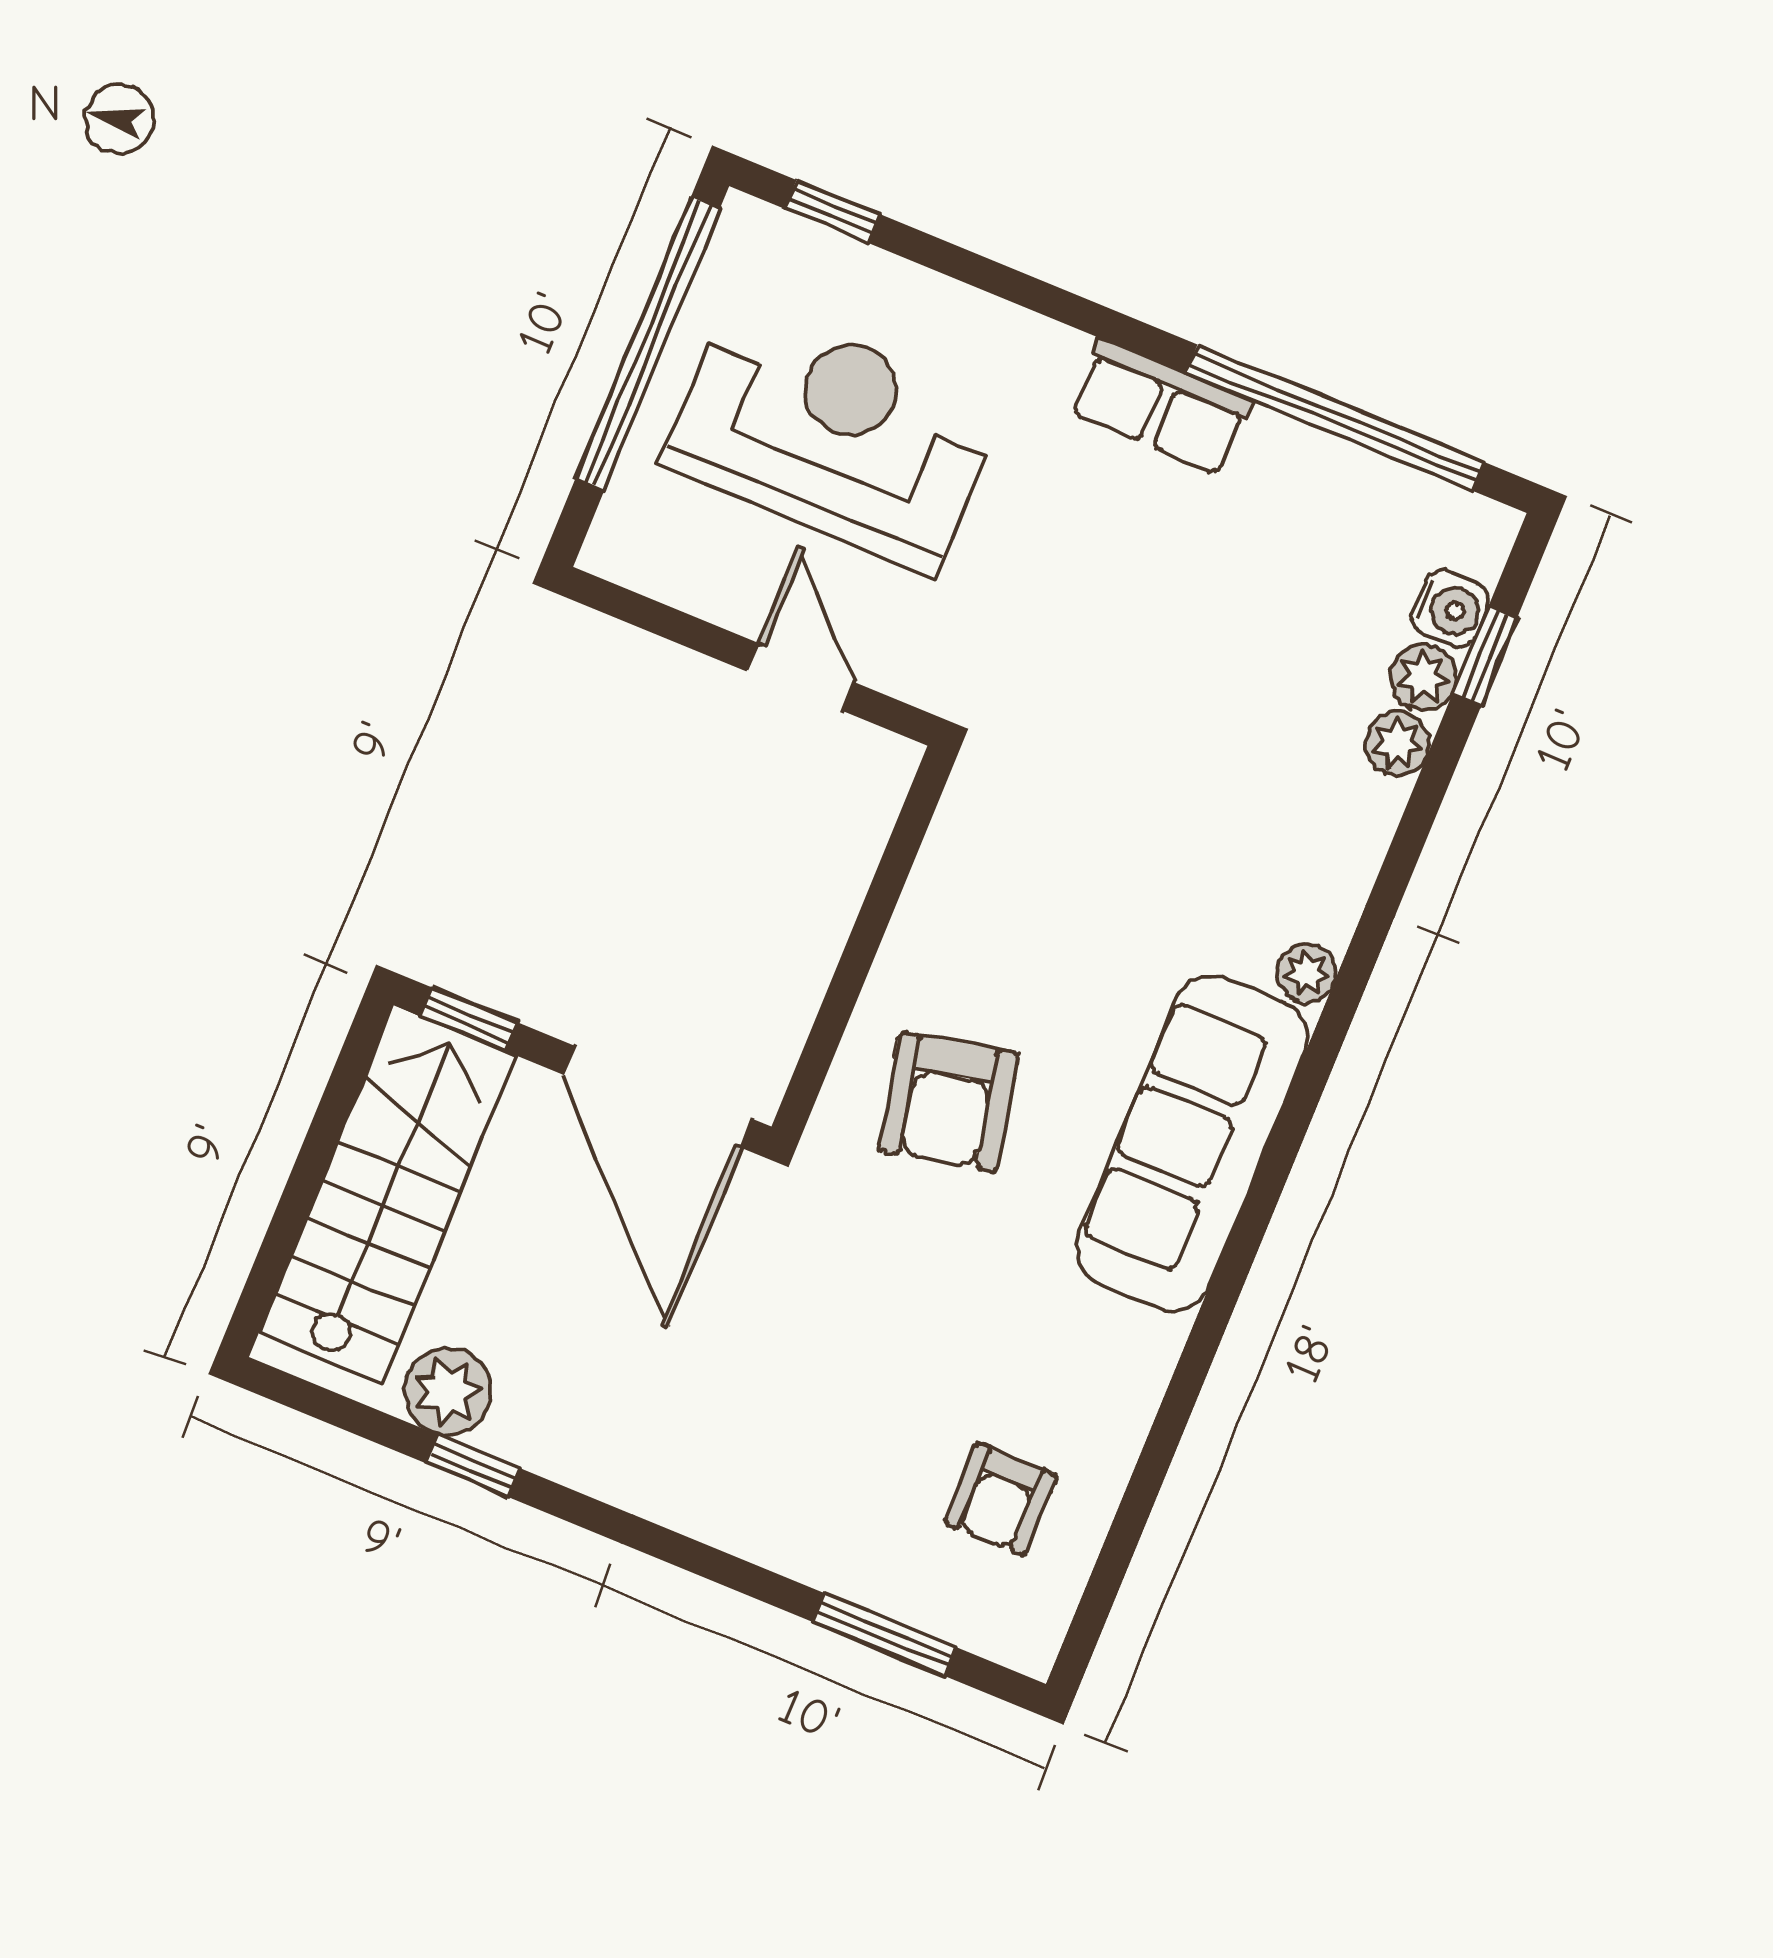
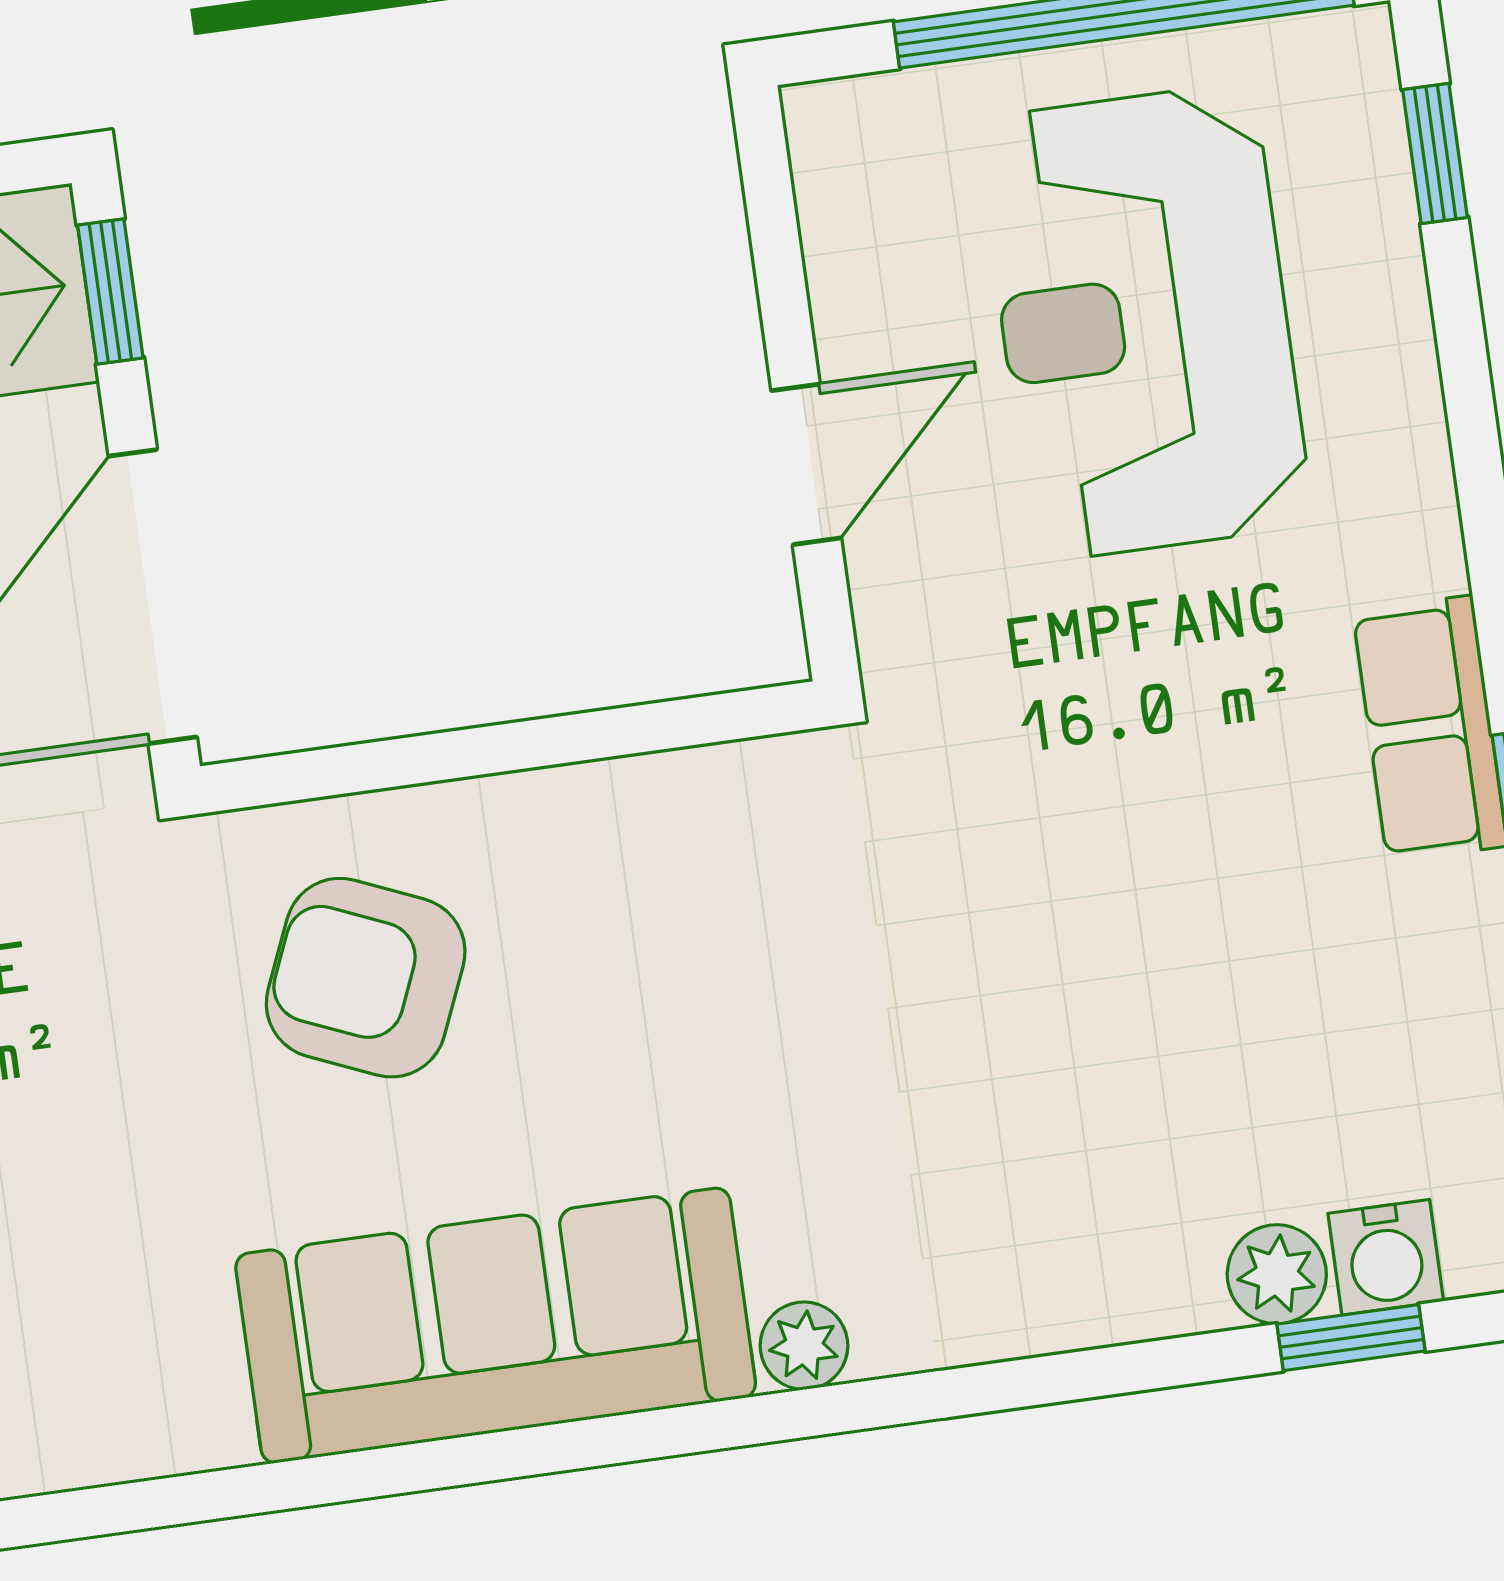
reception desk: (832, 435) -> (1144, 322), turned 180
plant: (1397, 744) -> (1171, 1290), removed
armchair: (948, 1102) -> (366, 978), turned 35

